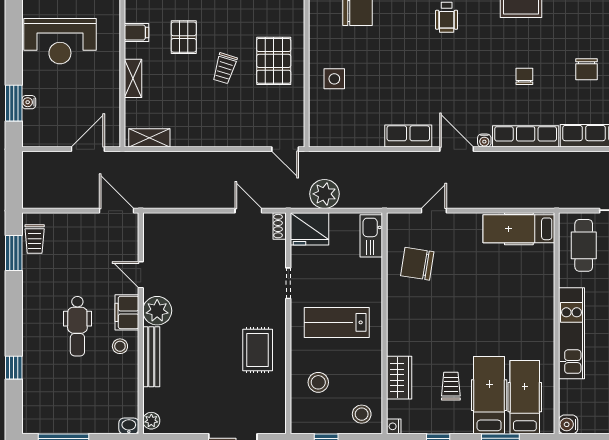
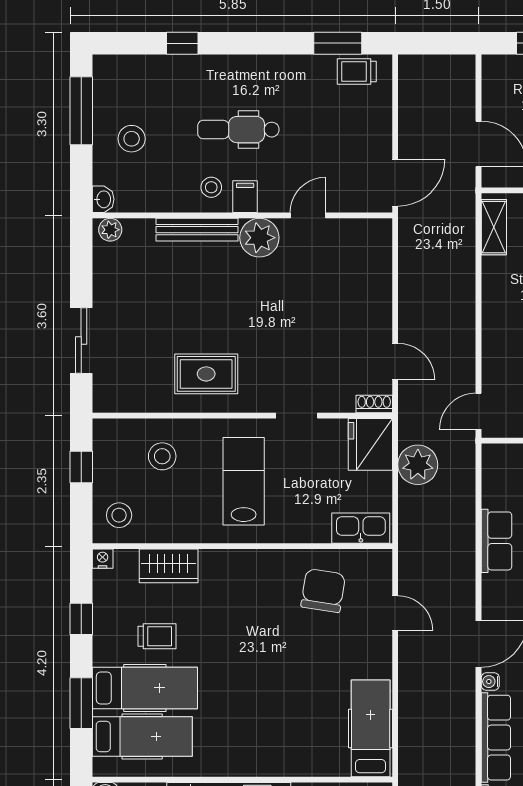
row of seats: (408, 136) -> (496, 541), moved
door: (248, 211) -> (395, 362), hinge flipped
filing cabinet: (127, 312) -> (245, 197), width x0.50
stool: (84, 405) -> (132, 139), added

